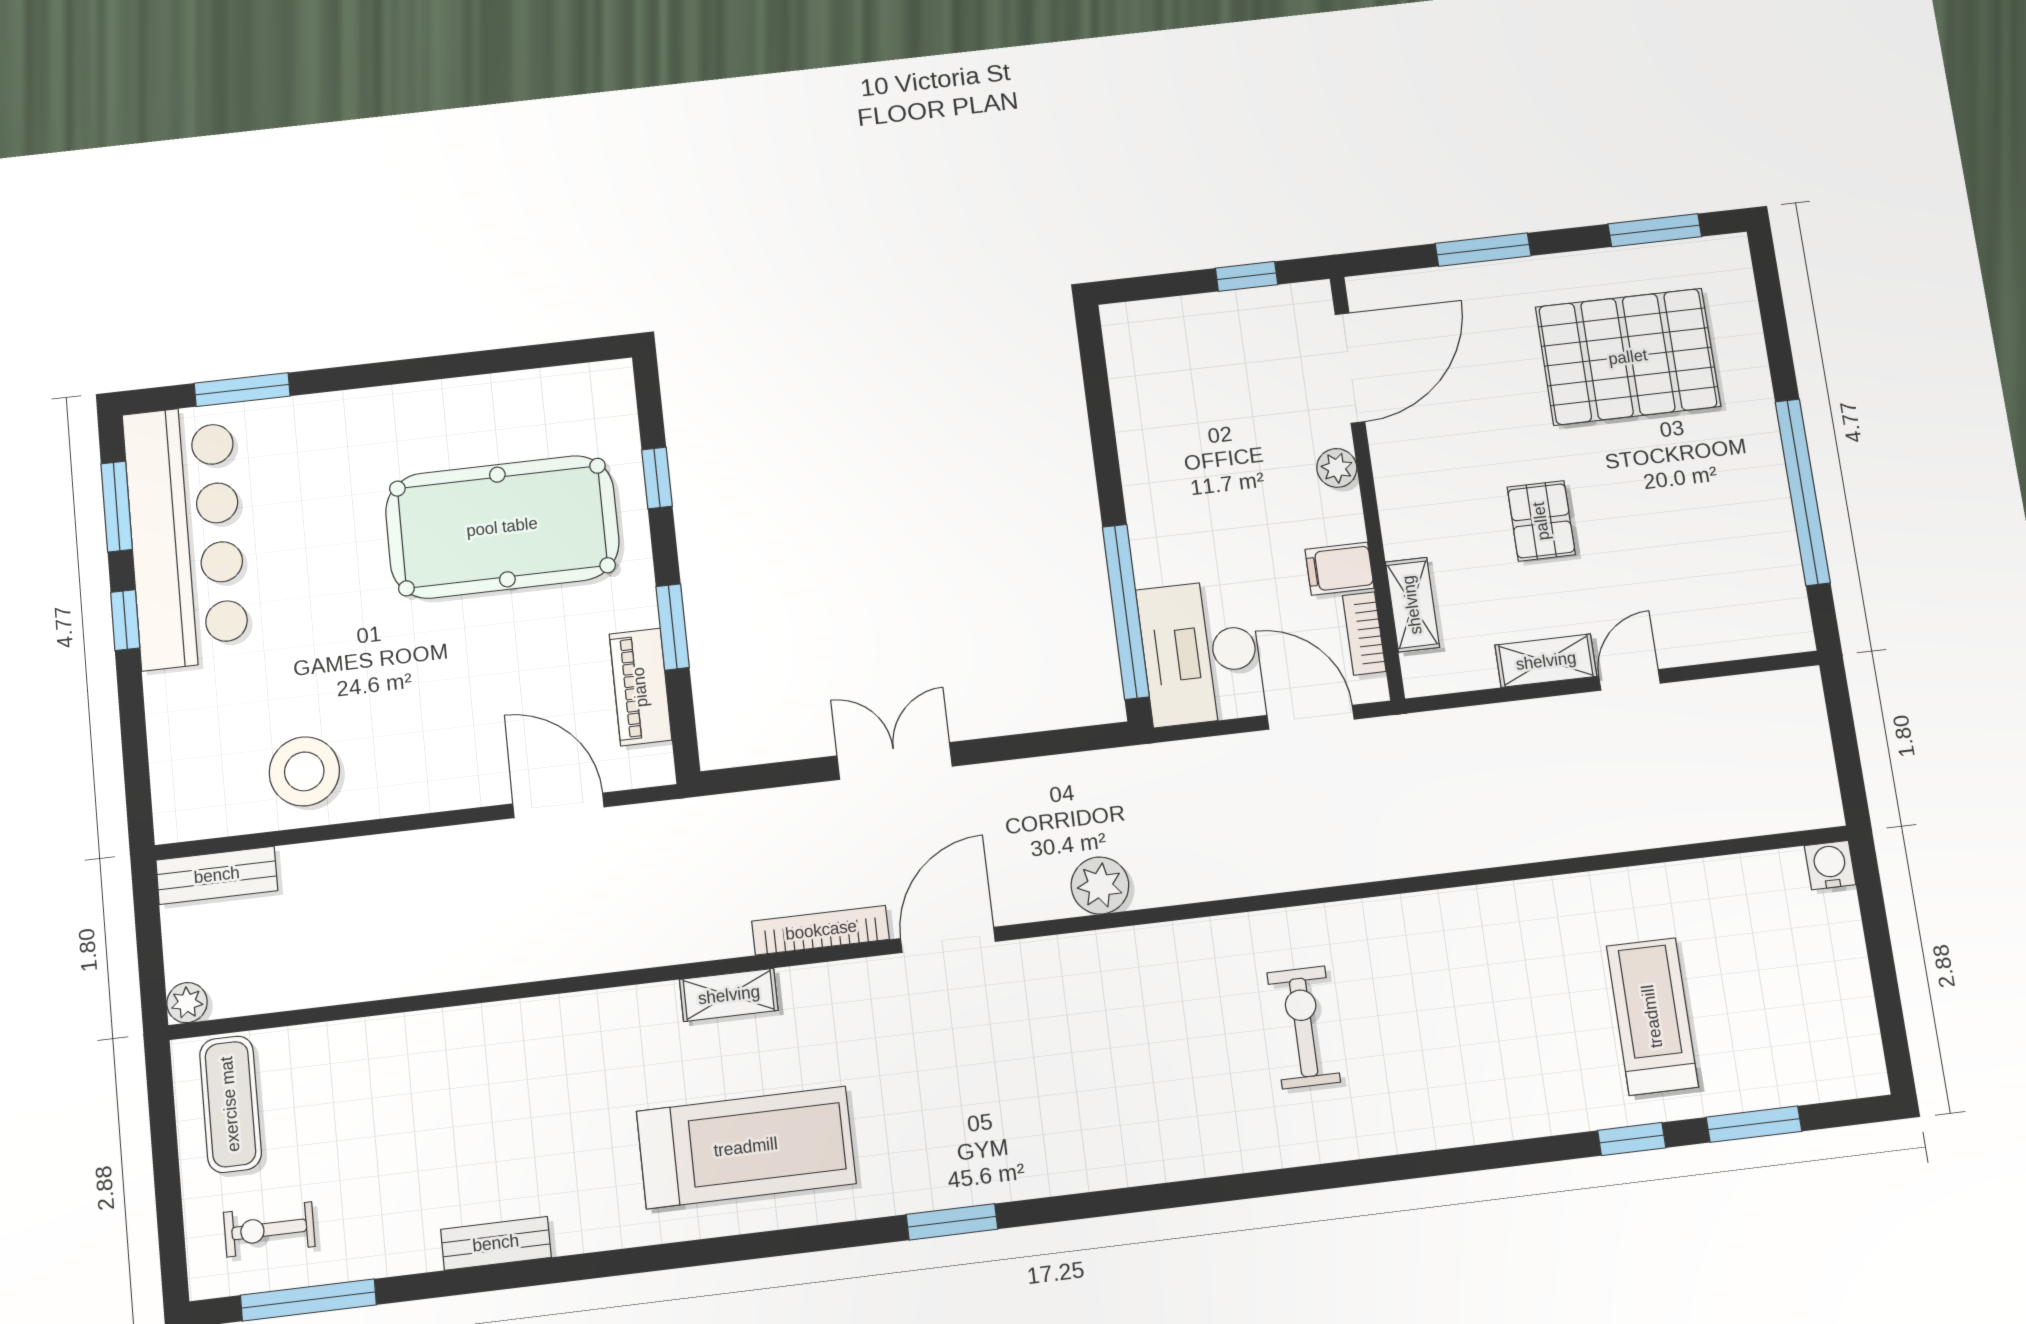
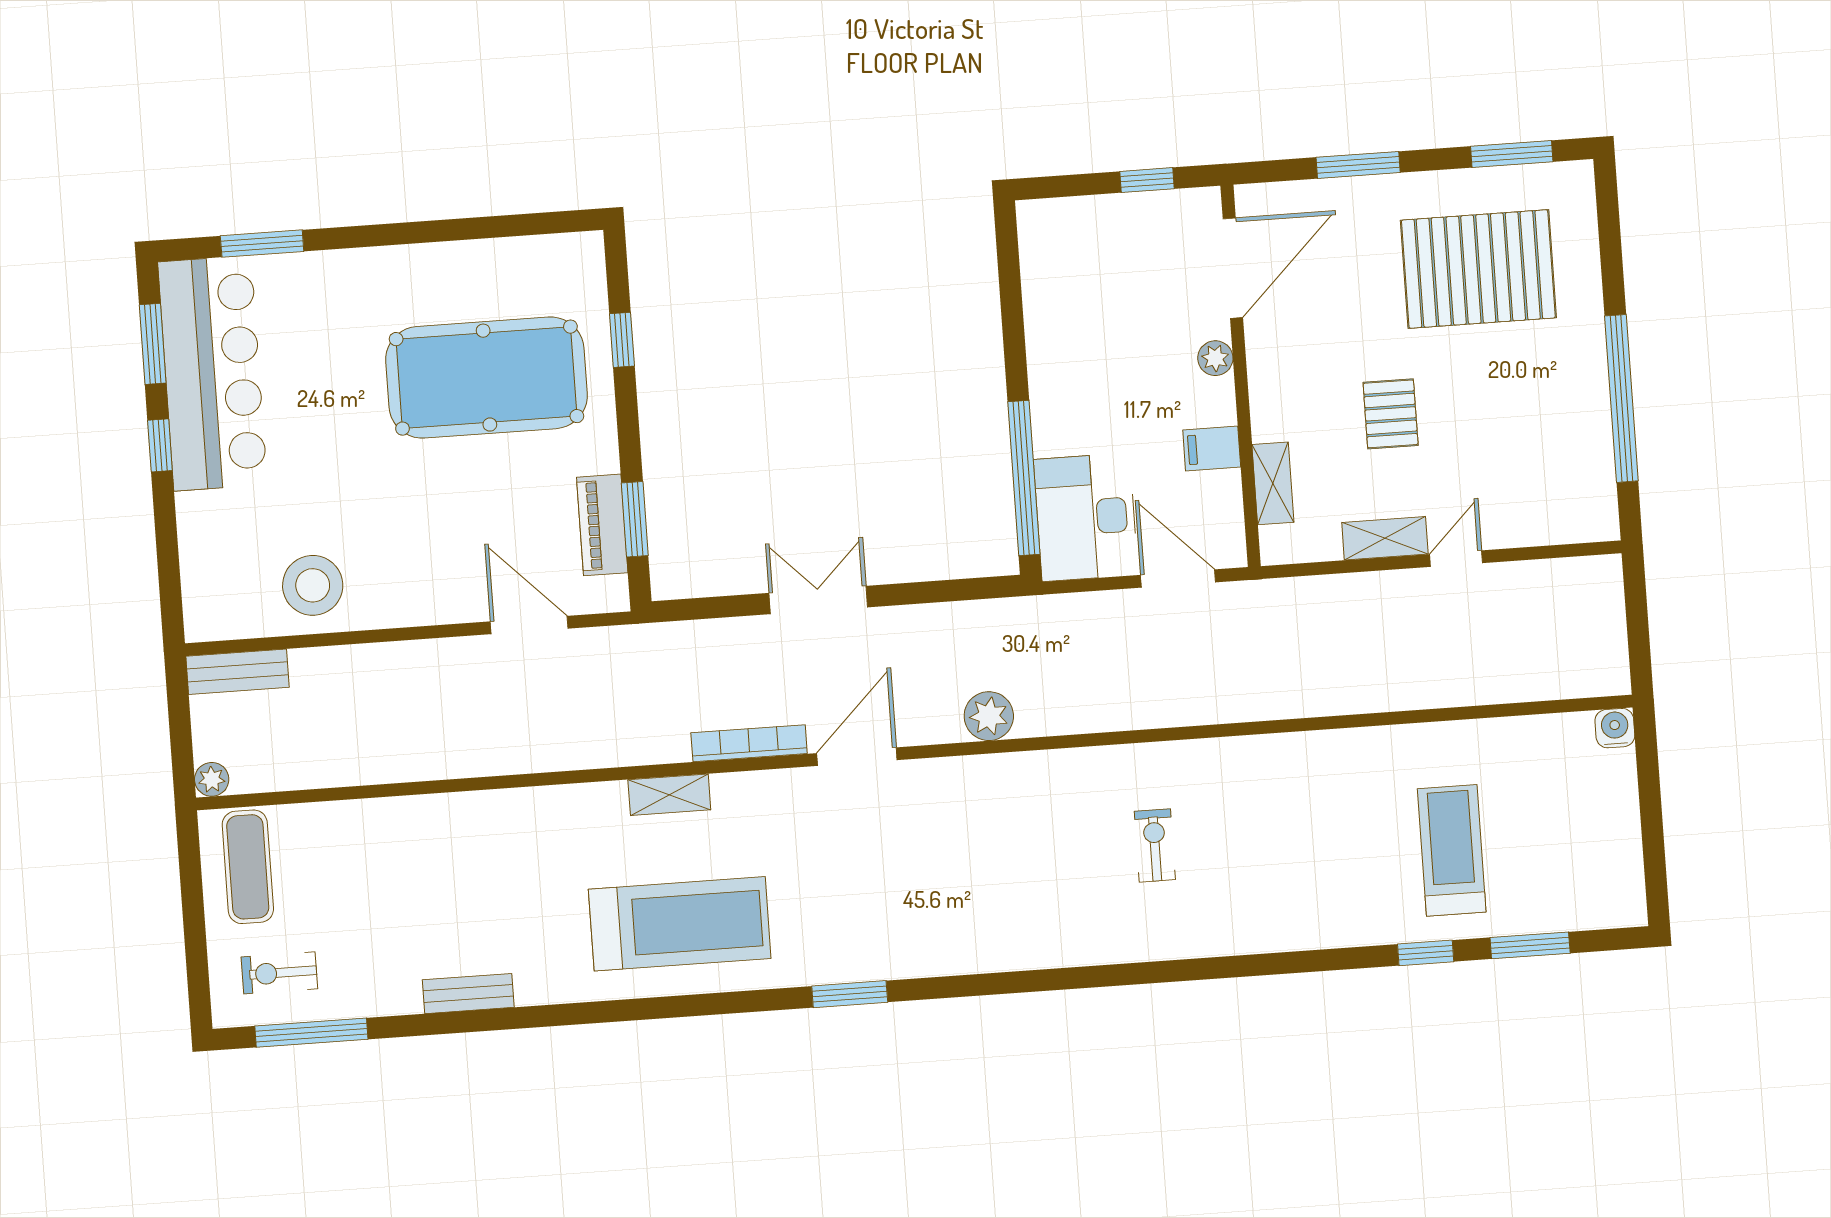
window: (673, 627) -> (635, 519), moved
bookcase: (1364, 634) -> (1229, 507), removed
exercise bike: (1304, 1027) -> (1155, 845), width x0.73, depth x0.72

